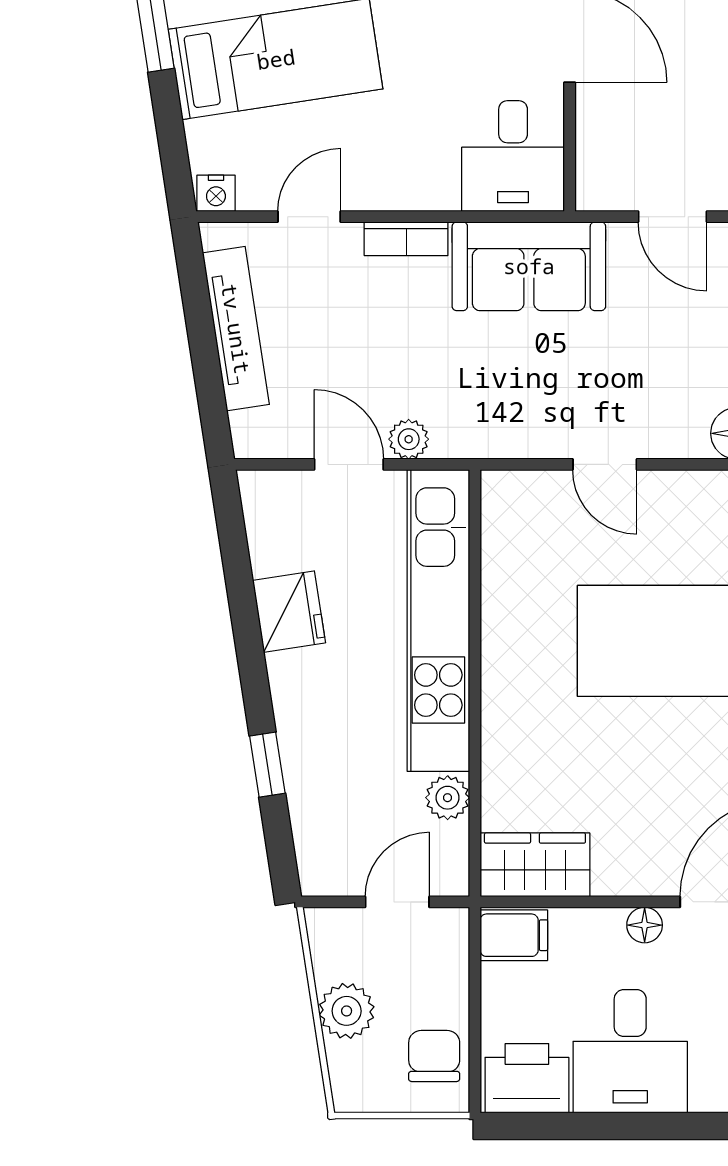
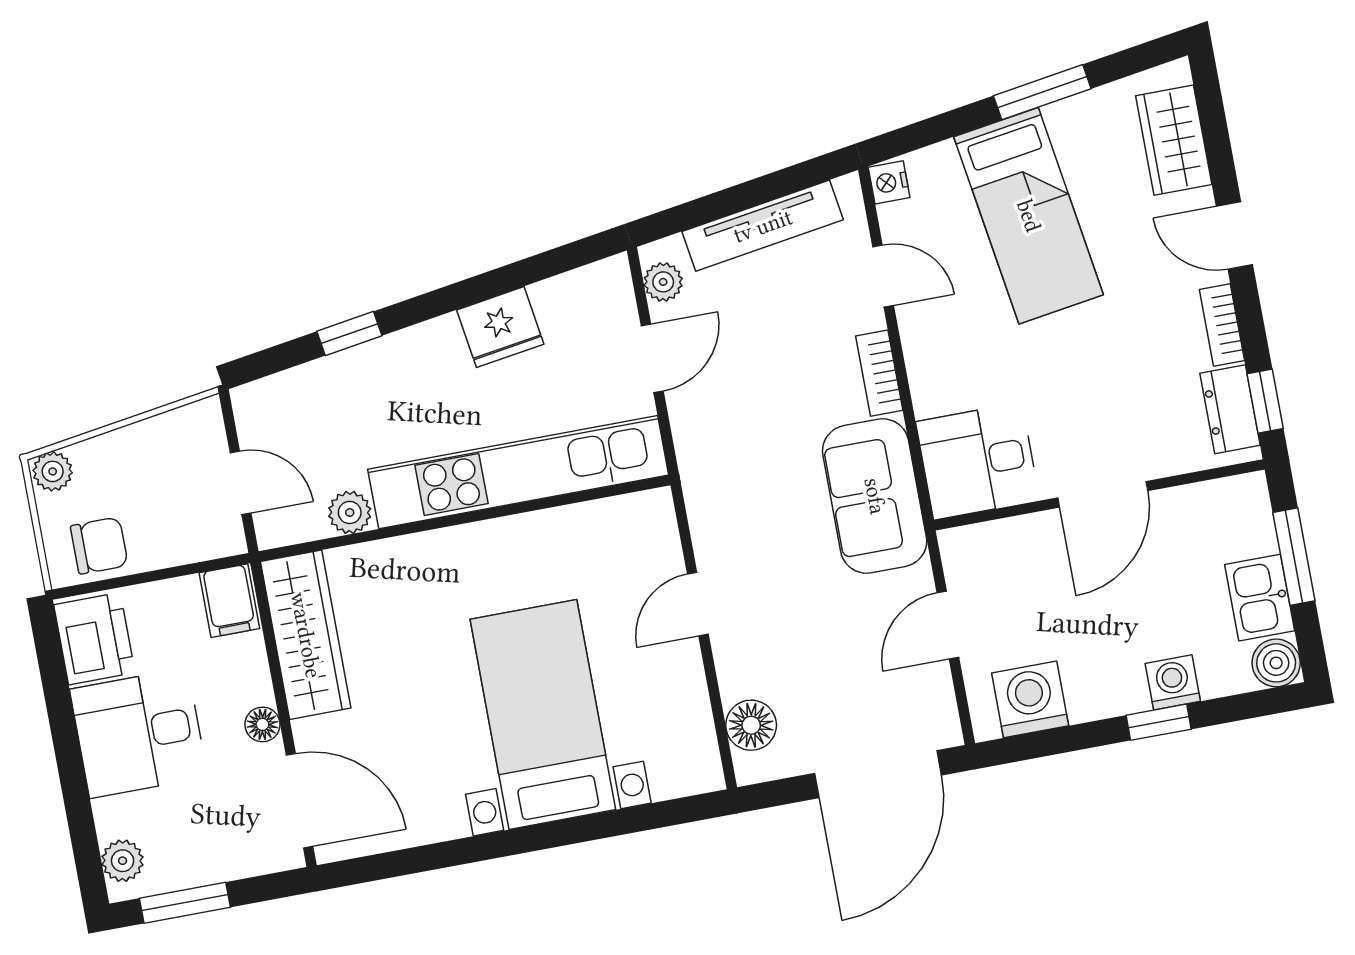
plant: (409, 439) -> (663, 282), moved
wardrobe: (535, 865) -> (306, 635), width x1.50
plant: (347, 1011) -> (53, 471), moved, width x0.73, depth x0.73

